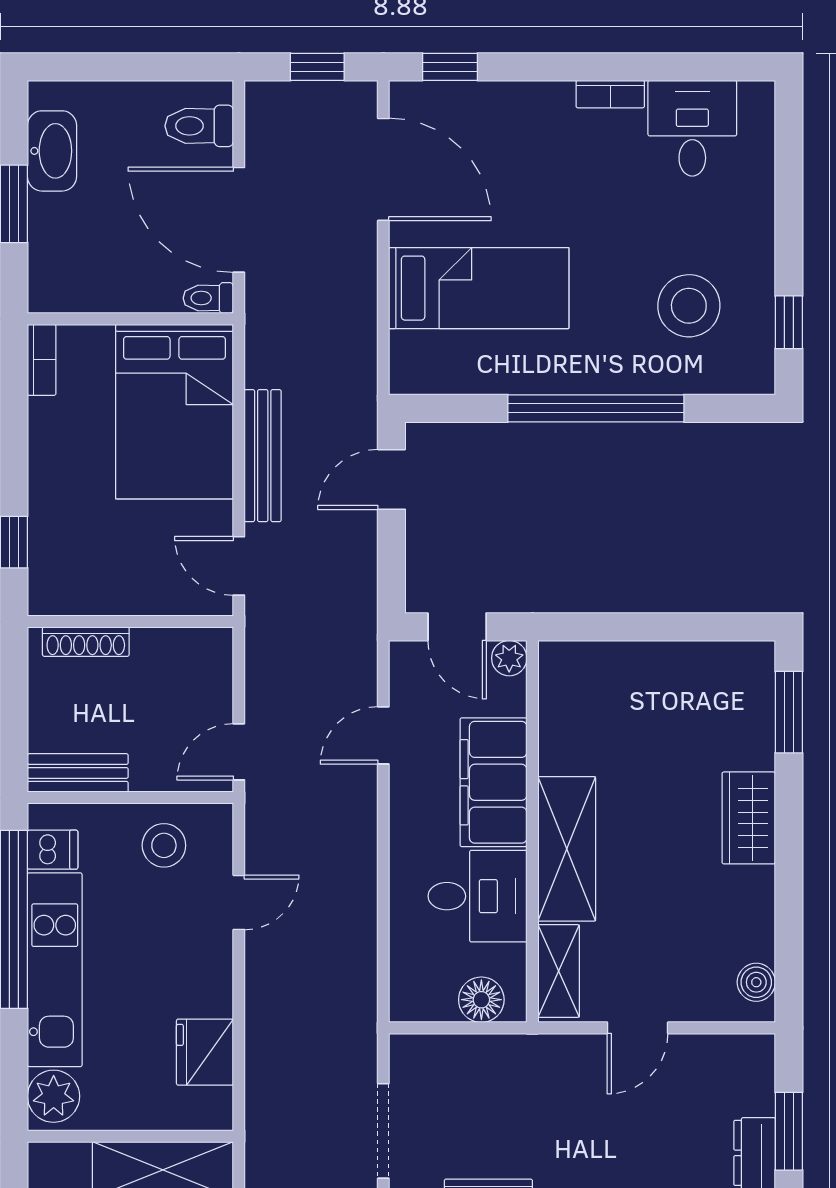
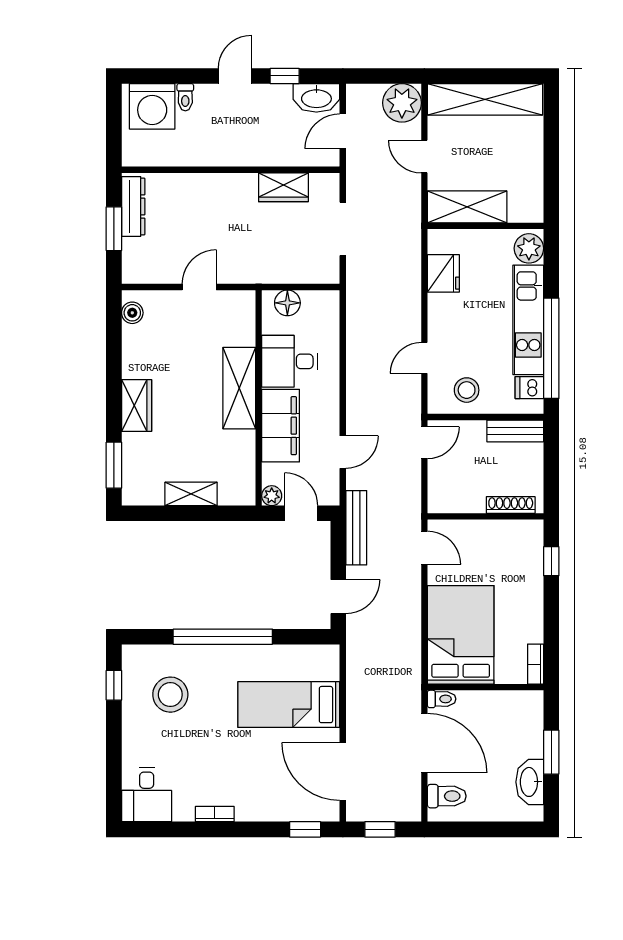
desk: (692, 128) -> (147, 795), moved
bench: (263, 456) -> (356, 528), moved
shelving: (559, 971) -> (191, 494), moved, turned 90

